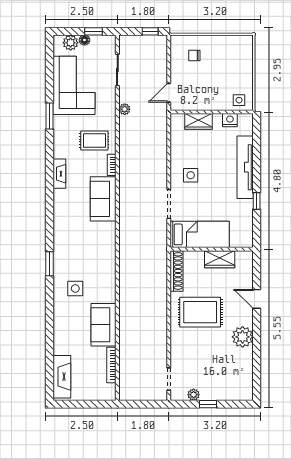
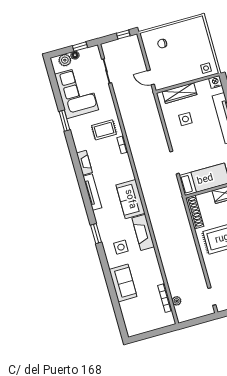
door: (169, 93) -> (151, 77), hinge flipped
plant: (125, 109) -> (177, 301), moved
nightstand: (230, 120) -> (215, 82), moved
wardrobe: (199, 121) -> (180, 93), width x1.50
side table: (191, 175) -> (185, 119), moved
sofa: (103, 199) -> (131, 199), moved
tv unit: (59, 212) -> (92, 192), added
sofa: (104, 325) -> (123, 283), moved, turned 180
fireplace: (62, 377) -> (143, 232), moved, turned 180

